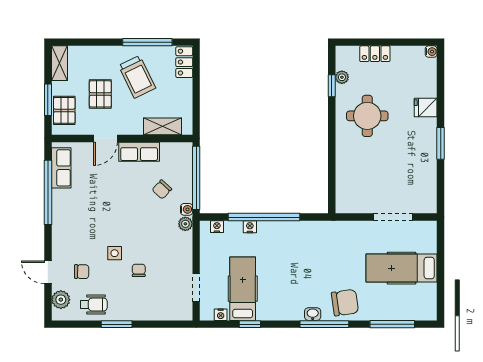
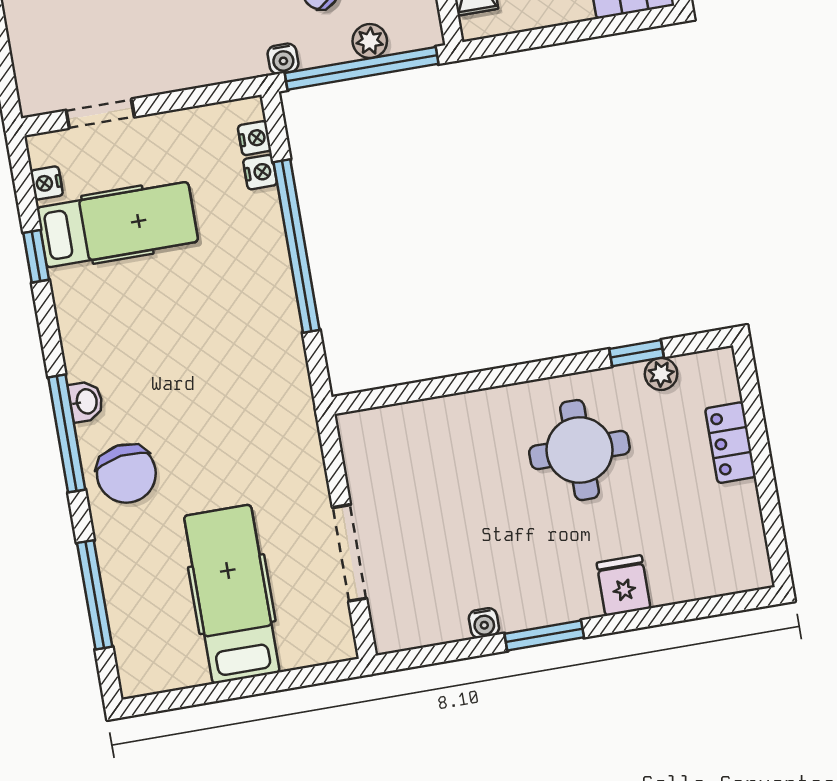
water cooler: (431, 52) -> (484, 623), moved
plant: (185, 224) -> (370, 41), moved
nightstand: (250, 227) -> (260, 172), moved

